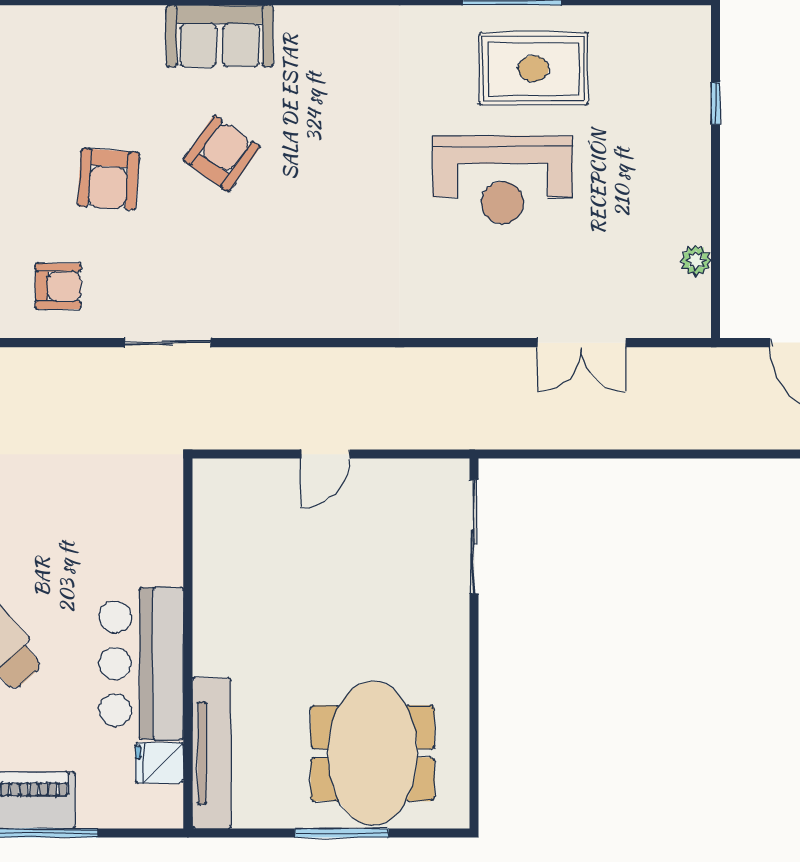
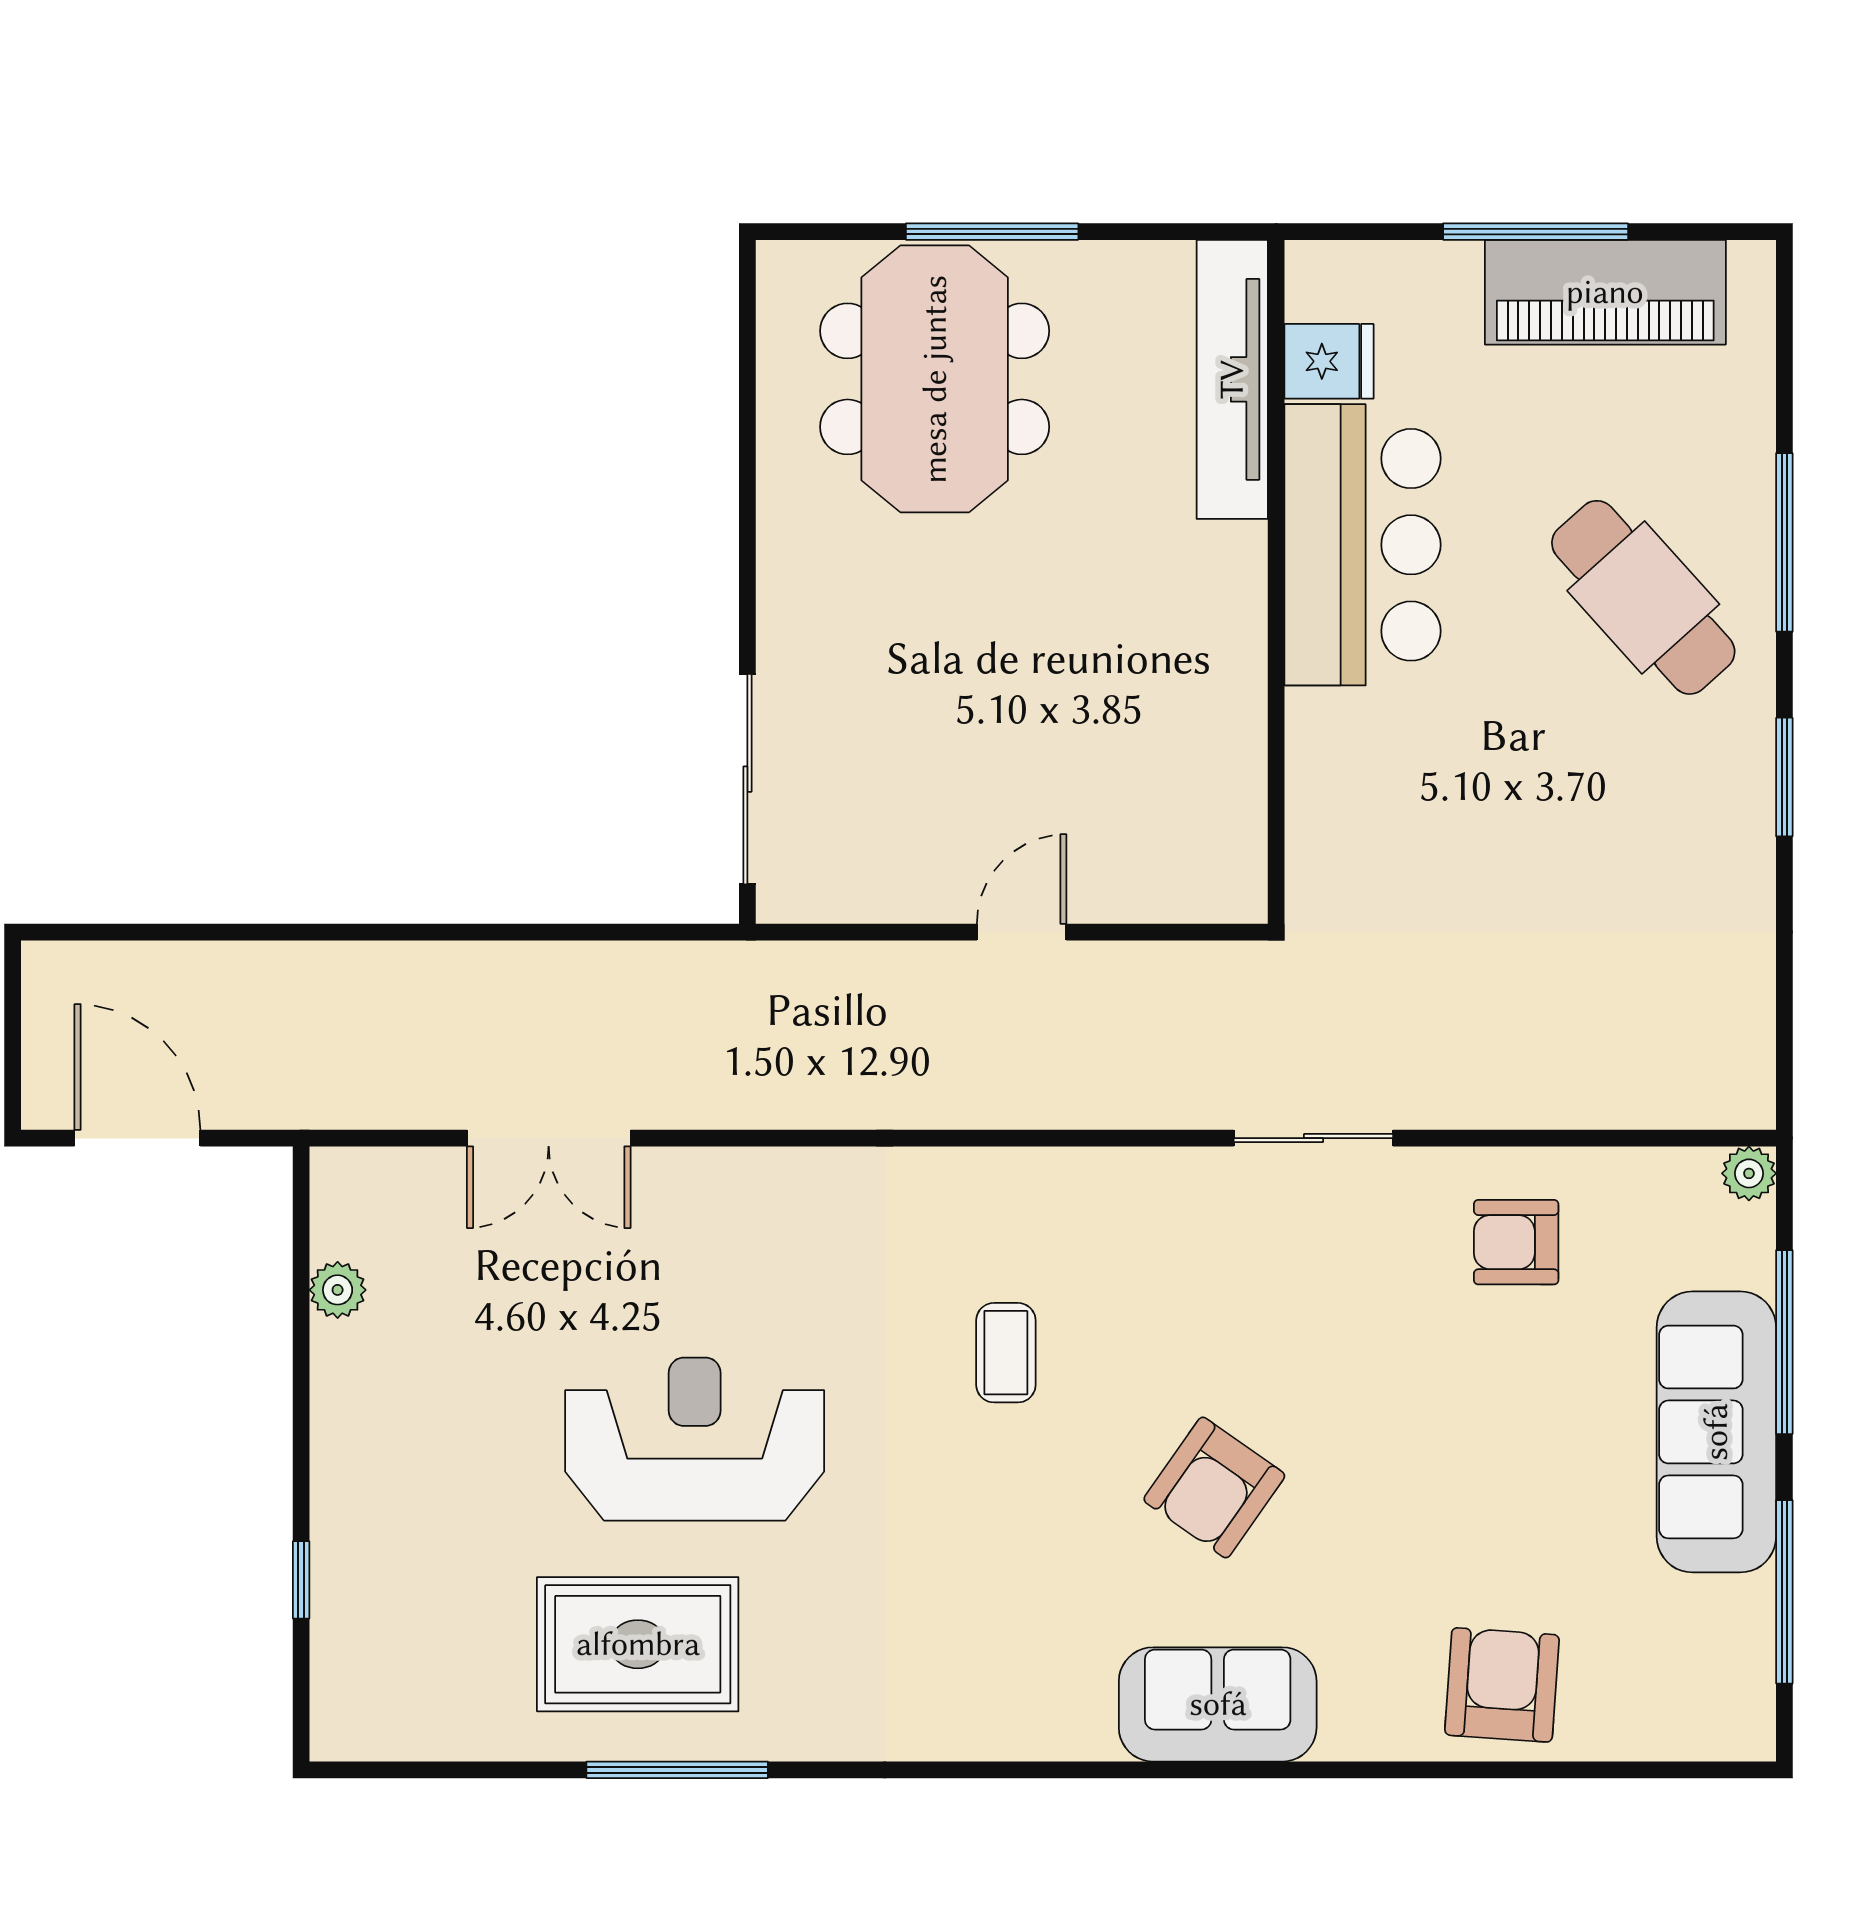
armchair: (108, 179) -> (1502, 1685), moved
coffee table: (334, 226) -> (1006, 1353), added
double door: (582, 343) -> (549, 1138), swing flipped

